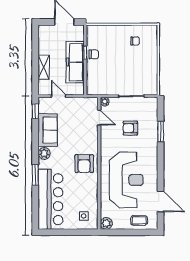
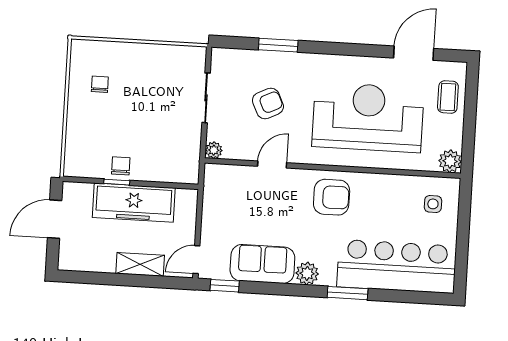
door: (59, 96) -> (196, 260), moved
door: (99, 118) -> (272, 164), moved
armchair: (130, 128) -> (268, 103), turned -116

